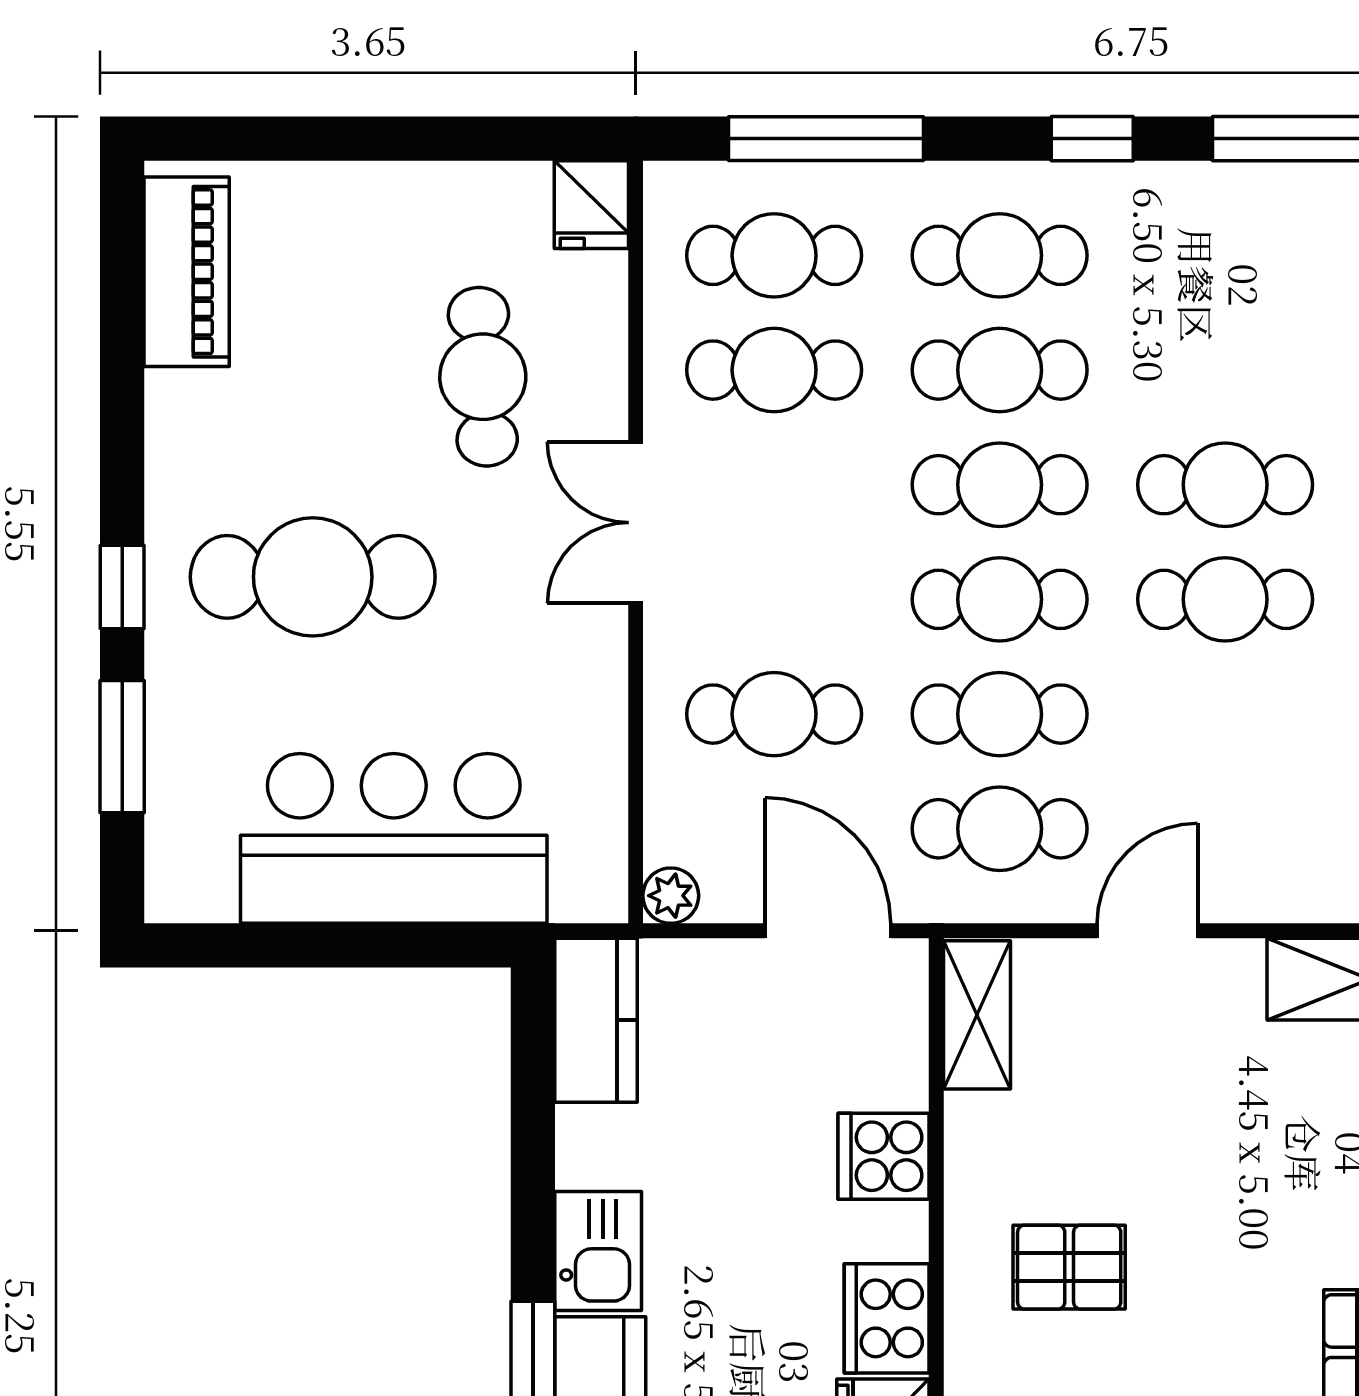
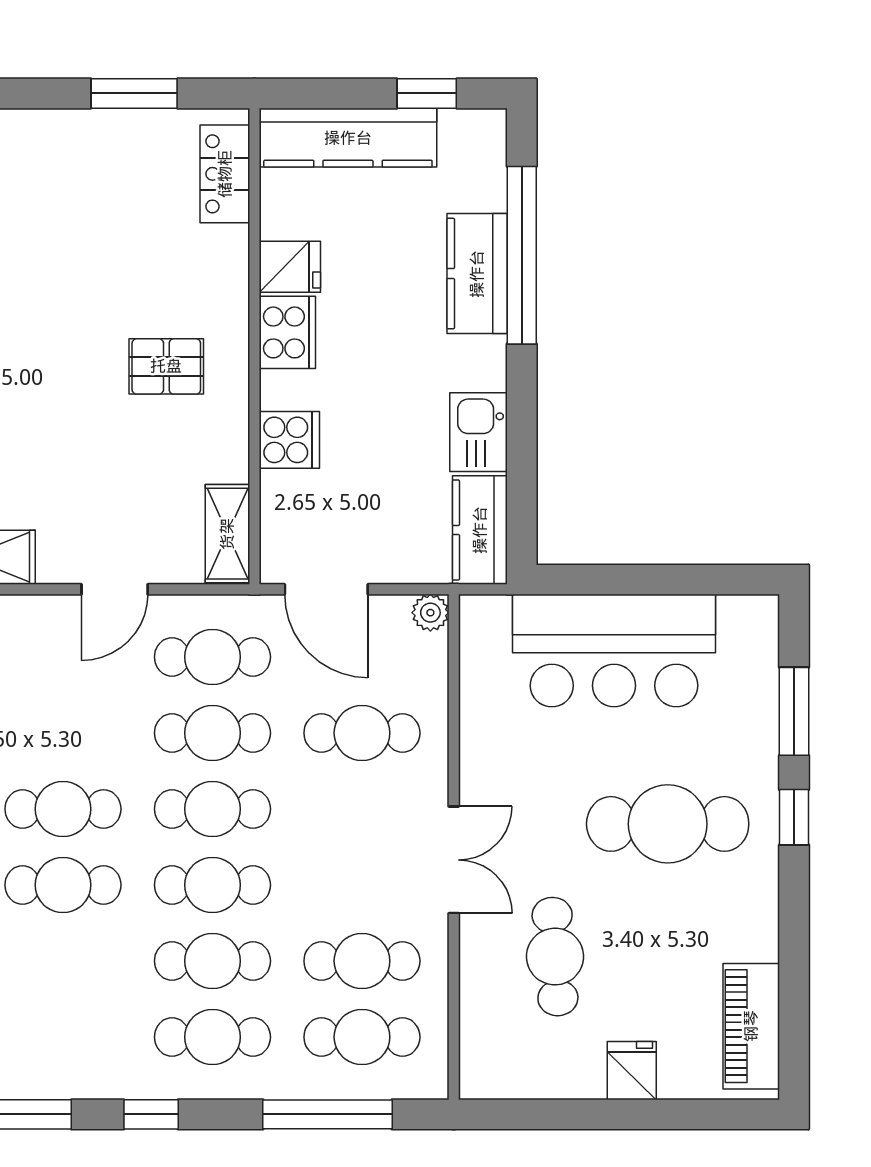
fridge: (591, 205) -> (632, 1071), moved
kitchen sink: (598, 1251) -> (479, 432), moved

